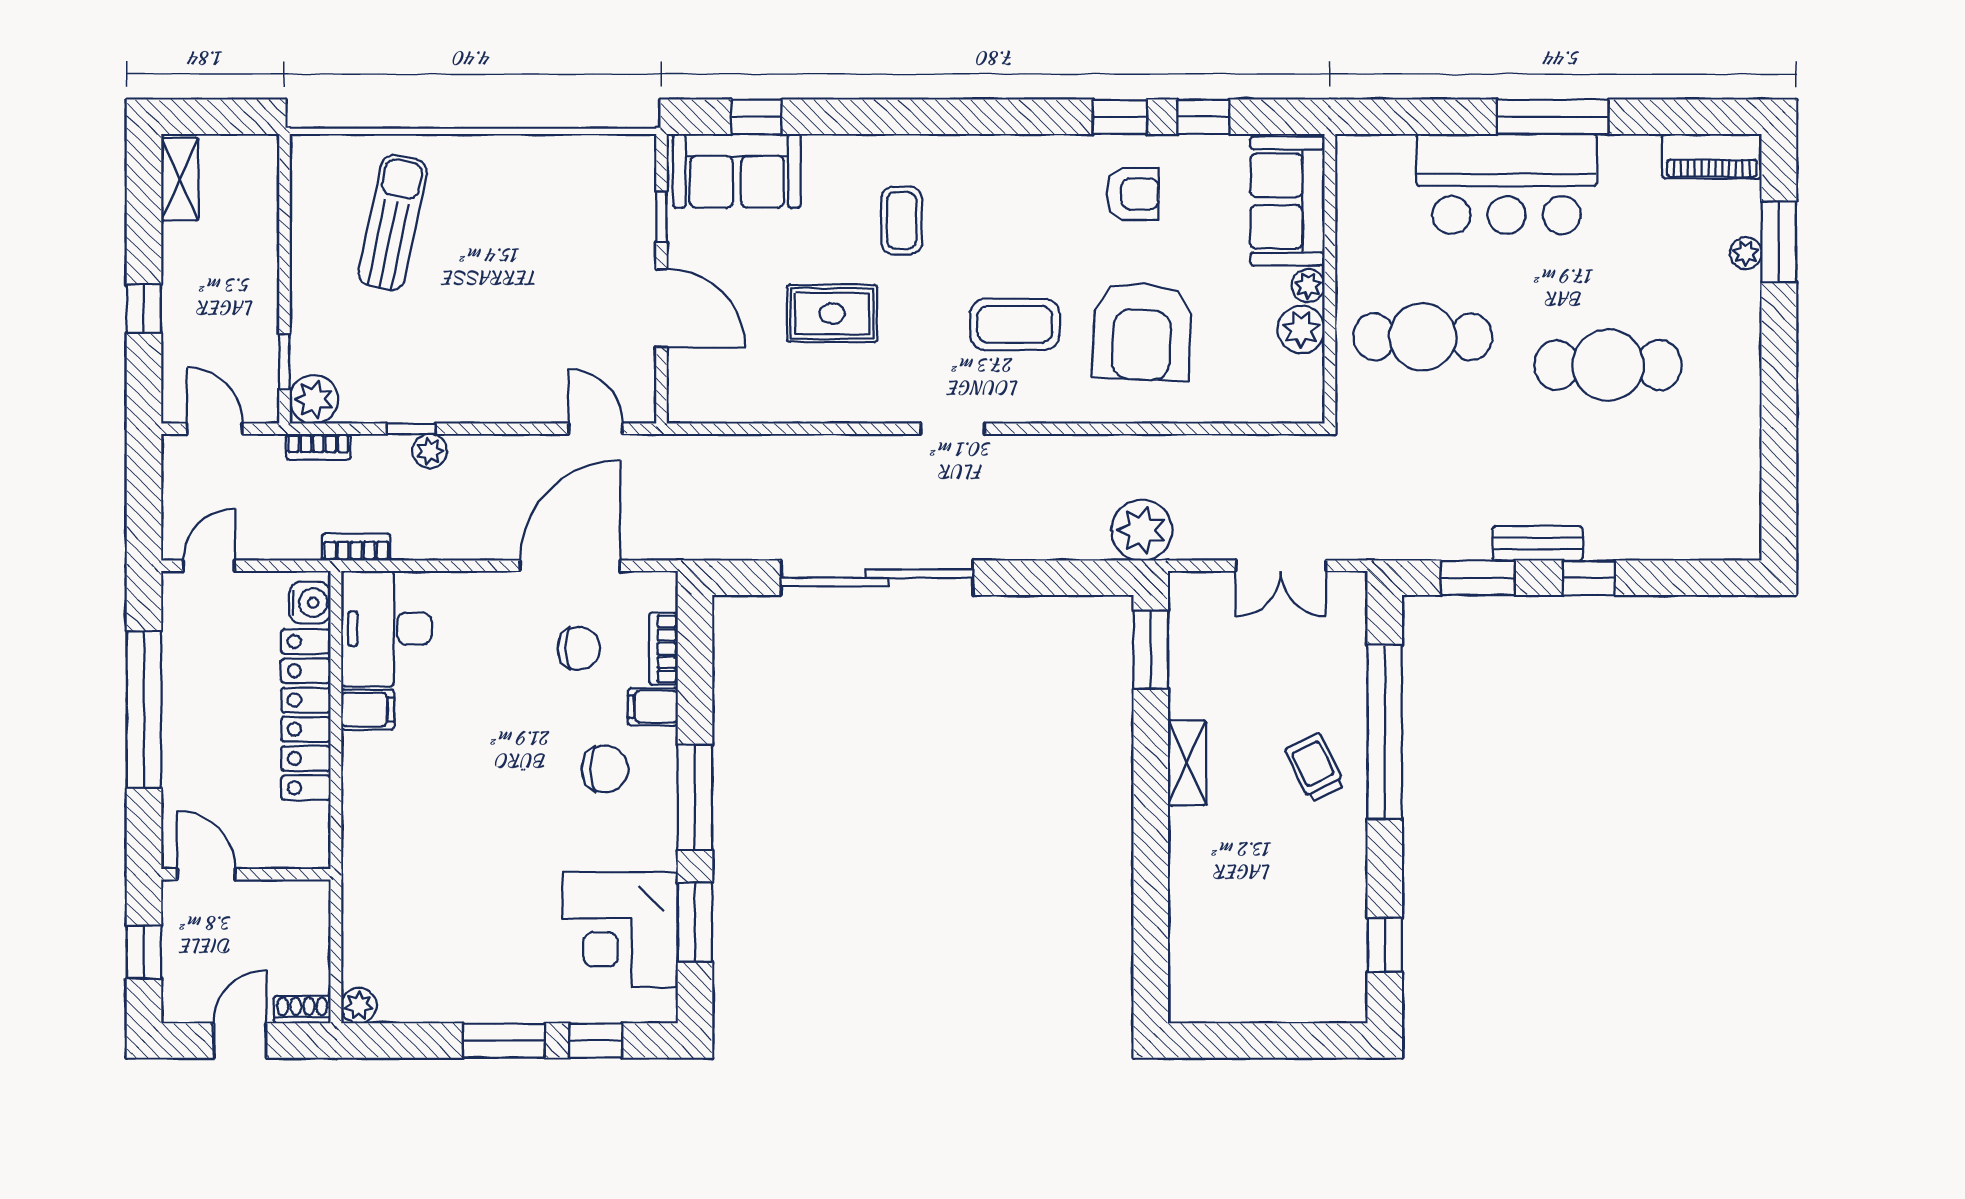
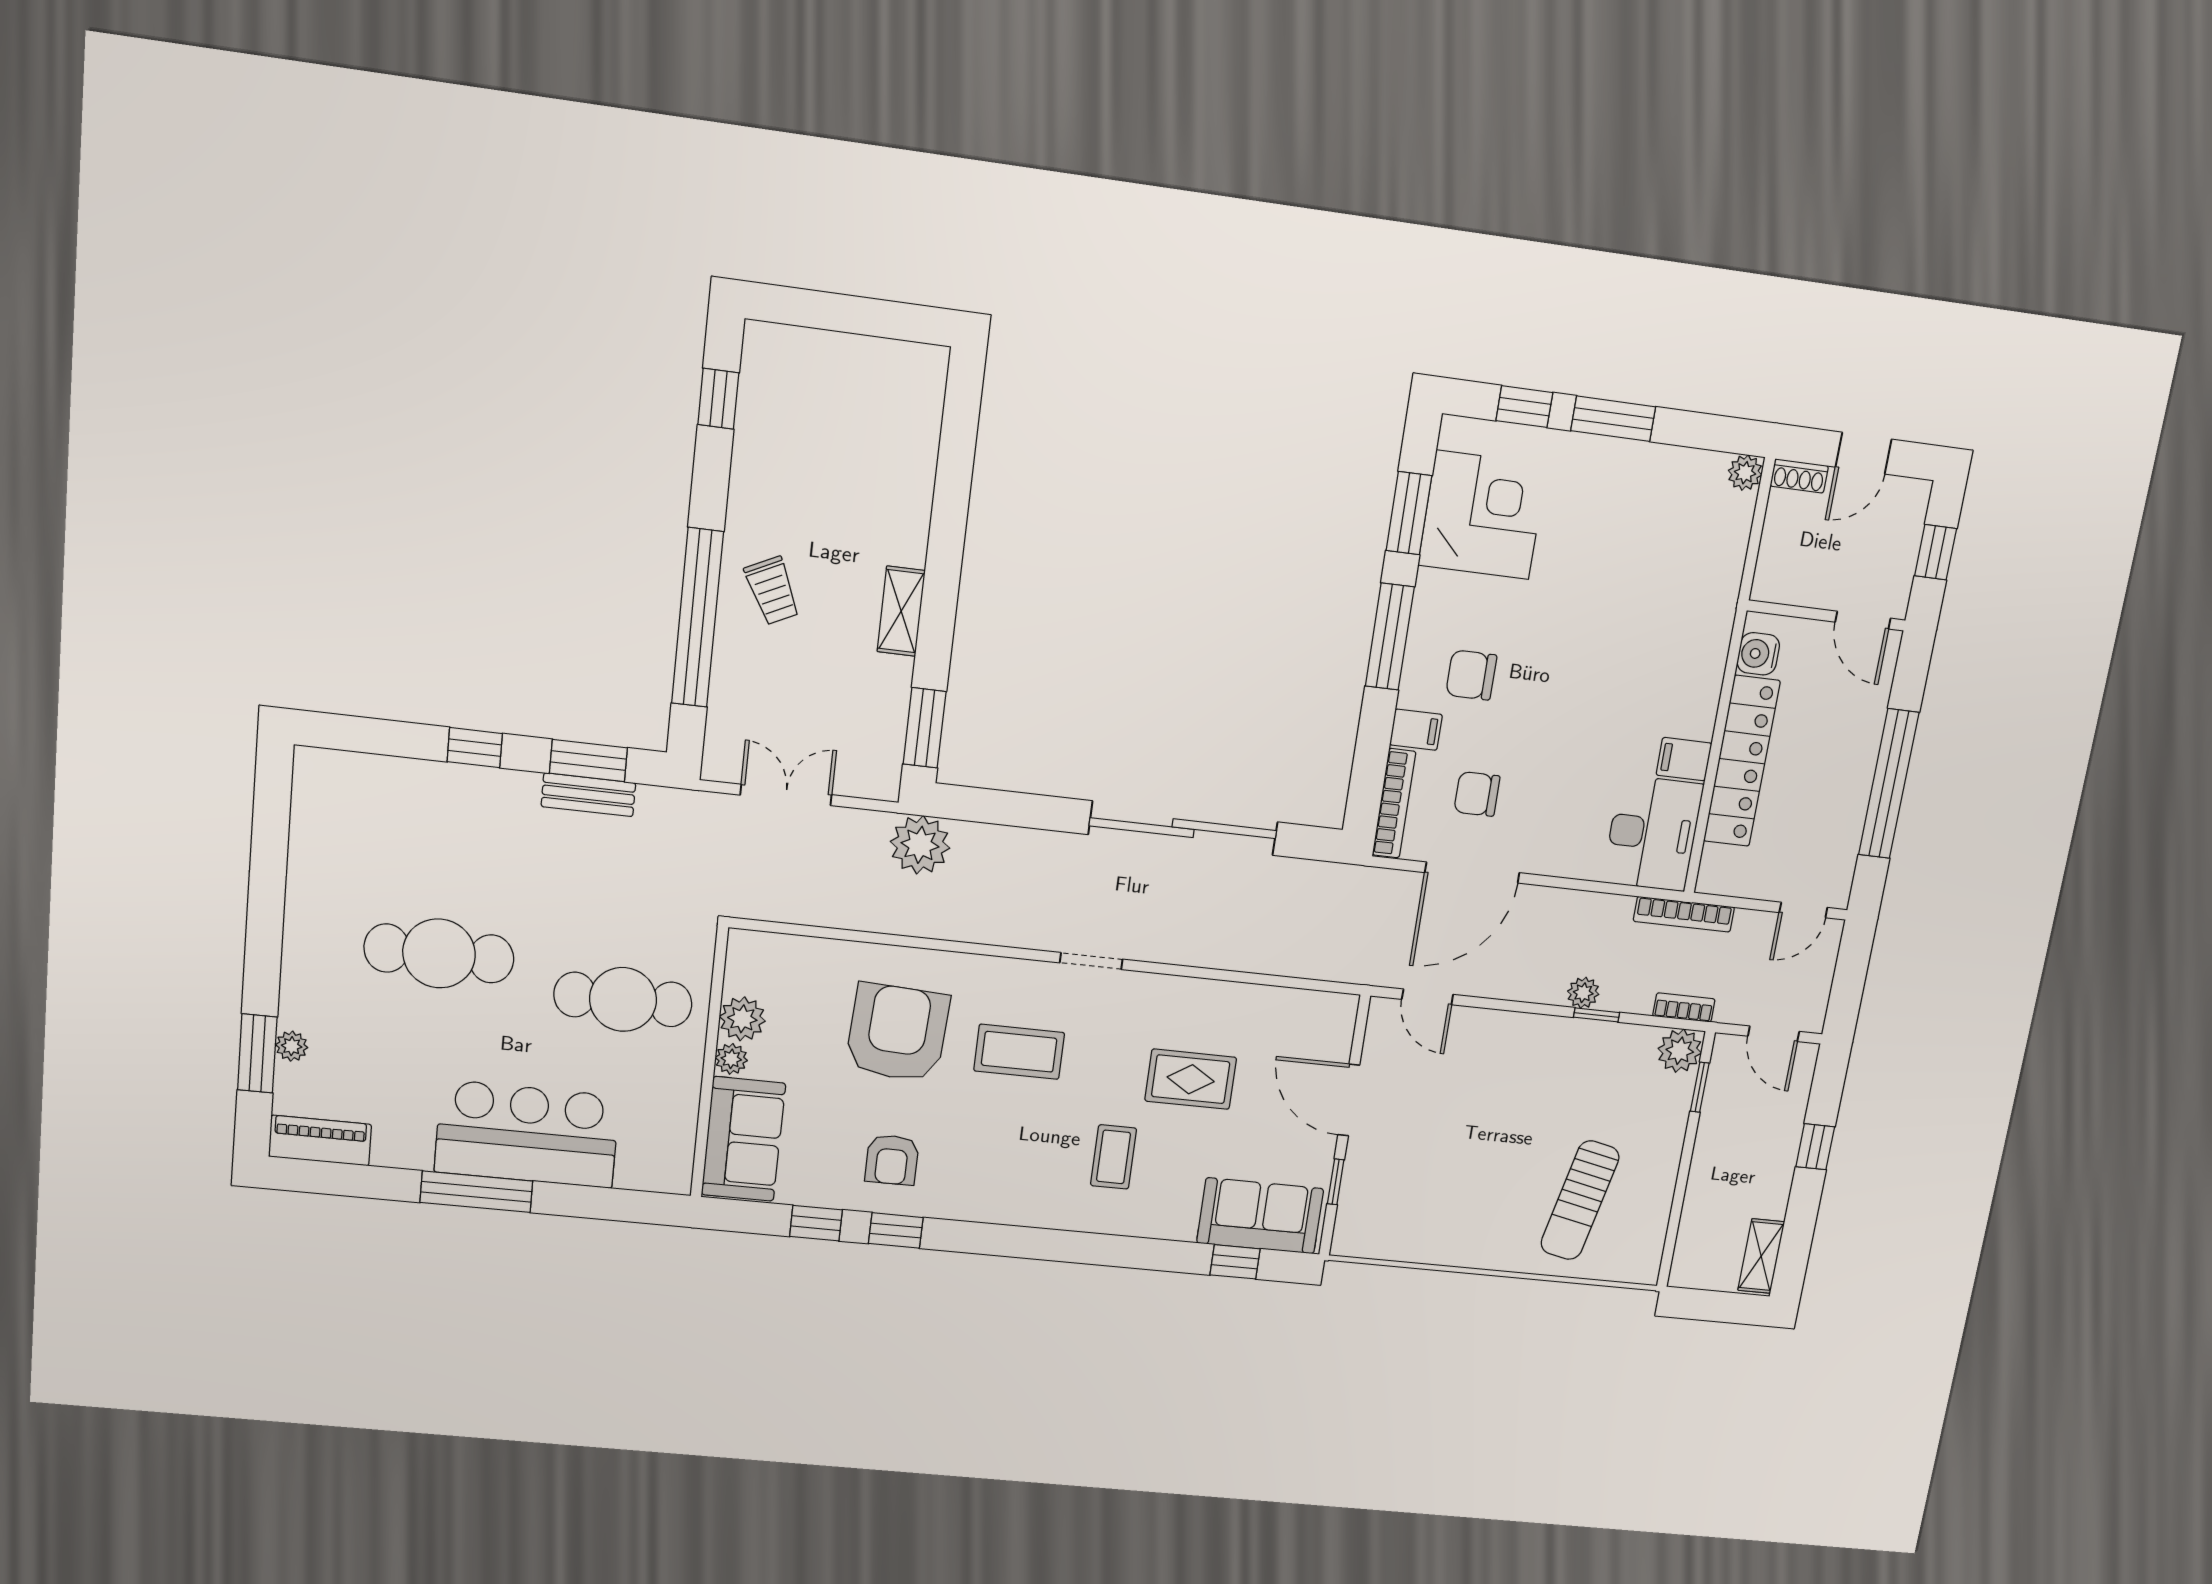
armchair: (1133, 194) -> (892, 1160), turned -90
bench: (1538, 543) -> (588, 795), moved
bookcase: (356, 547) -> (1684, 914), width x1.56
water cooler: (310, 603) -> (1758, 654), moved
bookcase: (663, 649) -> (1394, 803), width x1.56

